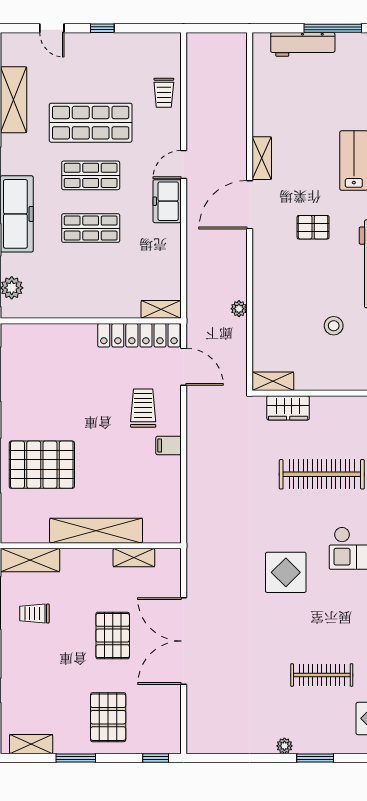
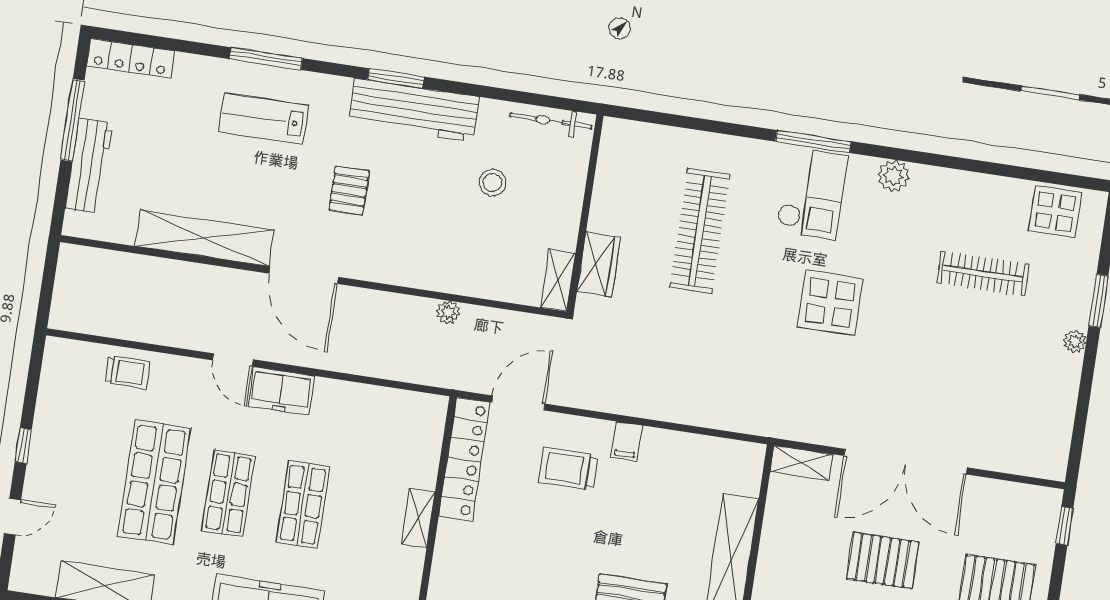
shelving: (262, 158) -> (205, 238), width x2.20, depth x1.33
shelving: (161, 309) -> (418, 518), moved
shelving: (134, 558) -> (801, 463), moved, turned 90
clothes rail: (322, 675) -> (983, 274), turned 90

